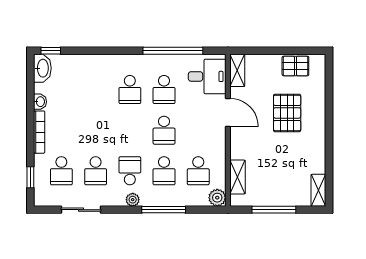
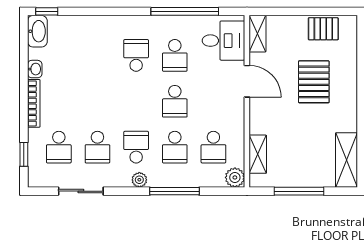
school desk: (130, 90) -> (136, 55), turned 180
shelving: (318, 190) -> (346, 160), width x1.50, depth x1.33

